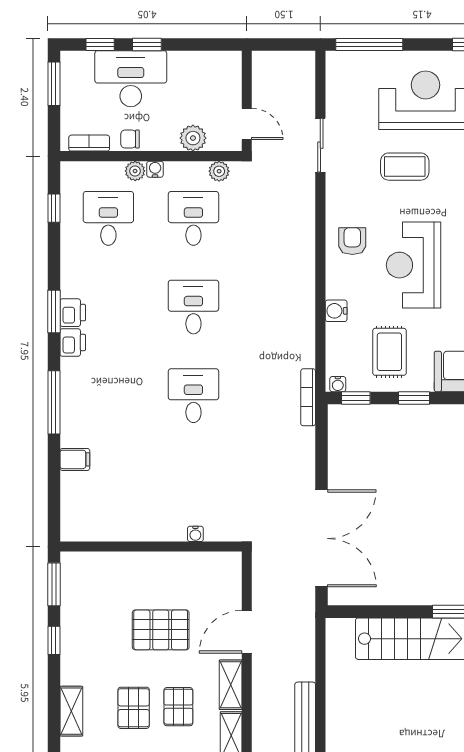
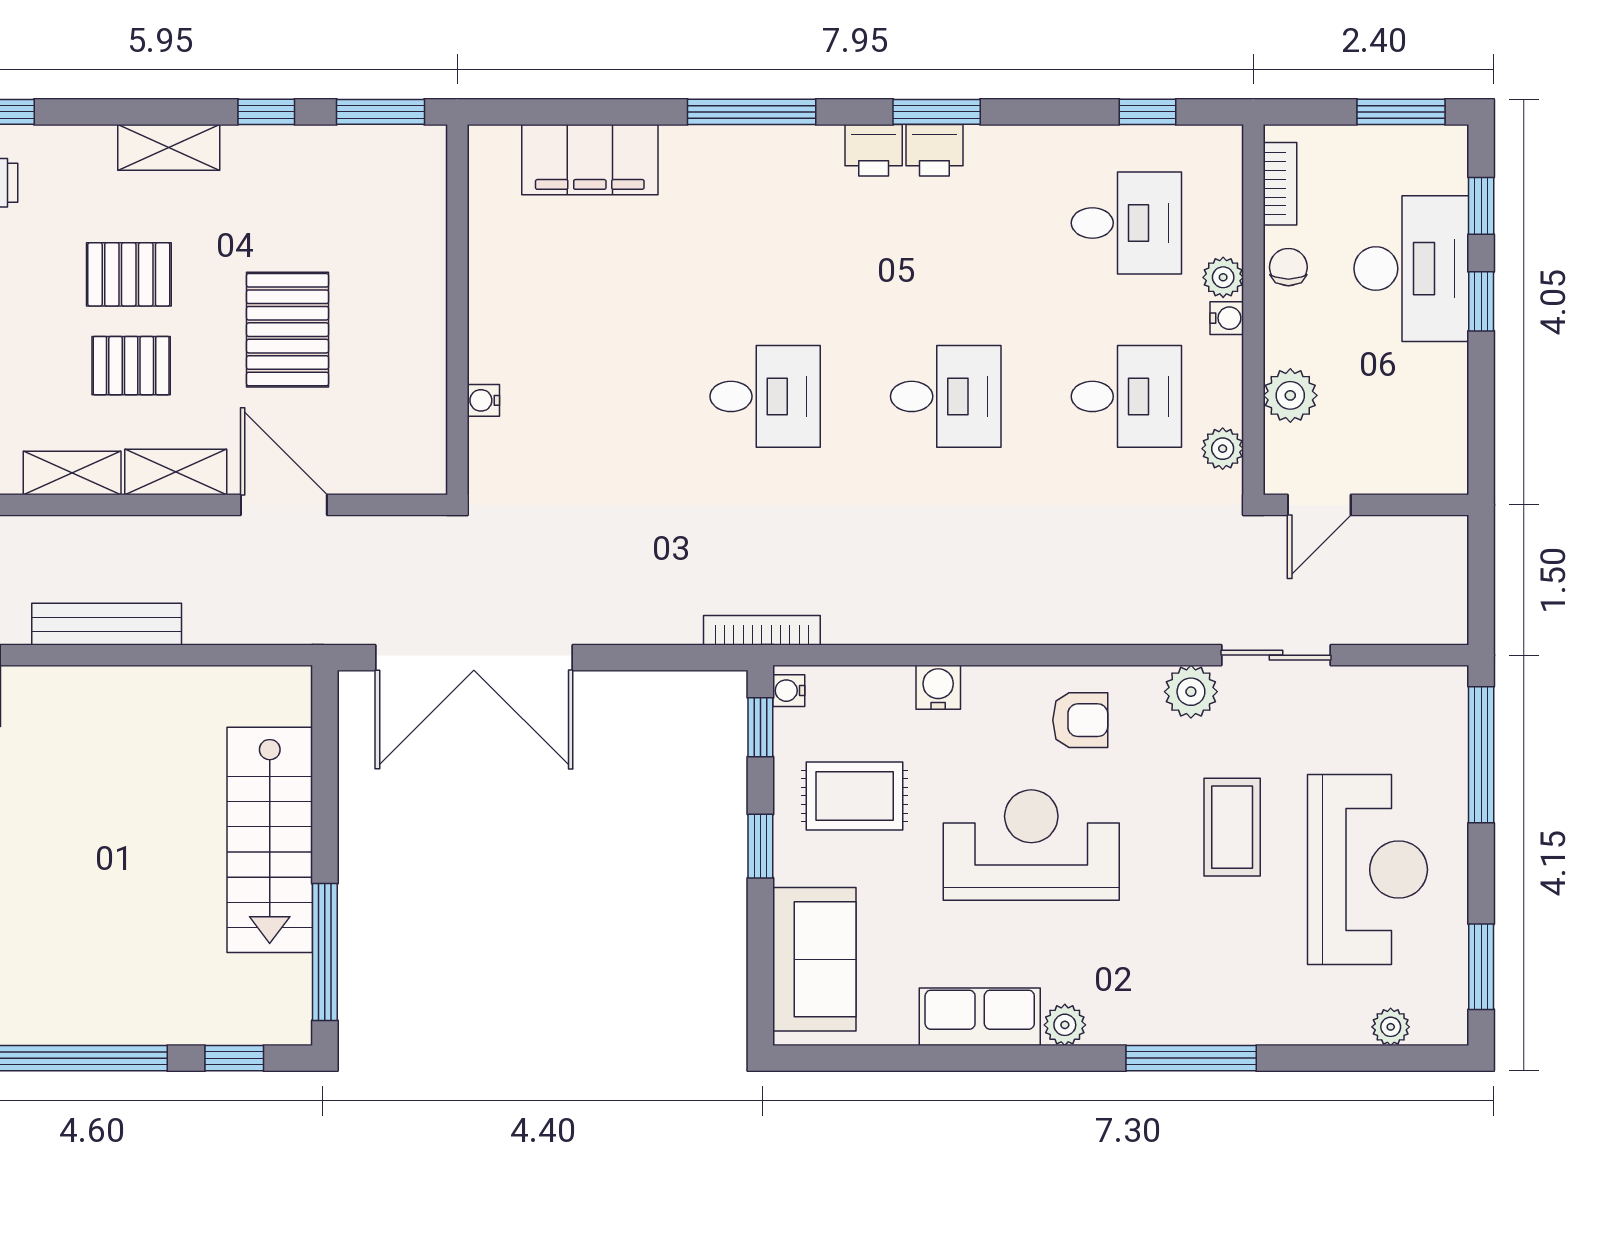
plant: (338, 187) -> (1191, 692), added
filing cabinet: (75, 459) -> (590, 160), width x3.00, depth x1.17
shelving: (71, 711) -> (169, 147), moved

